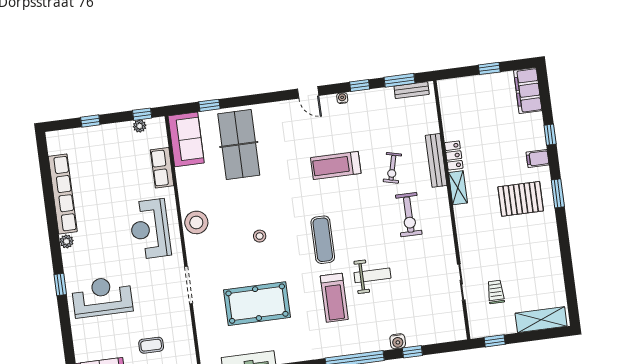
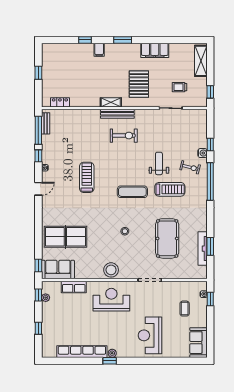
window: (400, 80) -> (38, 130), width x1.44
filing cabinet: (528, 91) -> (155, 50), moved
window: (209, 105) -> (38, 265), moved
locker: (454, 155) -> (60, 102), moved
bench: (436, 160) -> (117, 114), moved
treadmill: (336, 166) -> (87, 177), turned 180
exercise bike: (392, 168) -> (190, 167), moved
pallet: (521, 199) -> (139, 84), moved
reception desk: (150, 229) -> (111, 300), turned 180
window: (60, 284) -> (110, 361), moved

